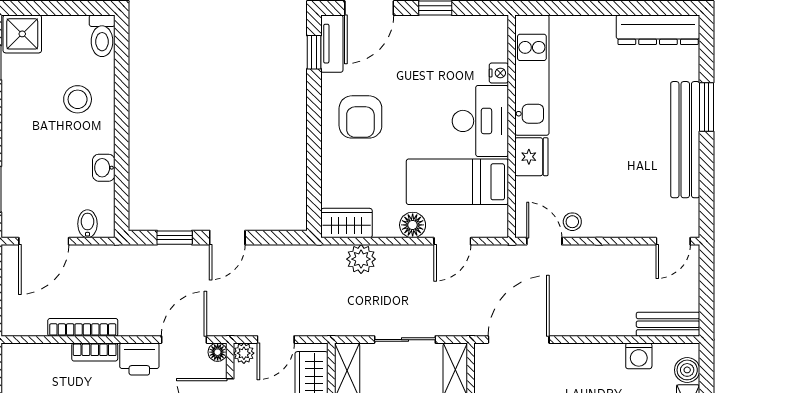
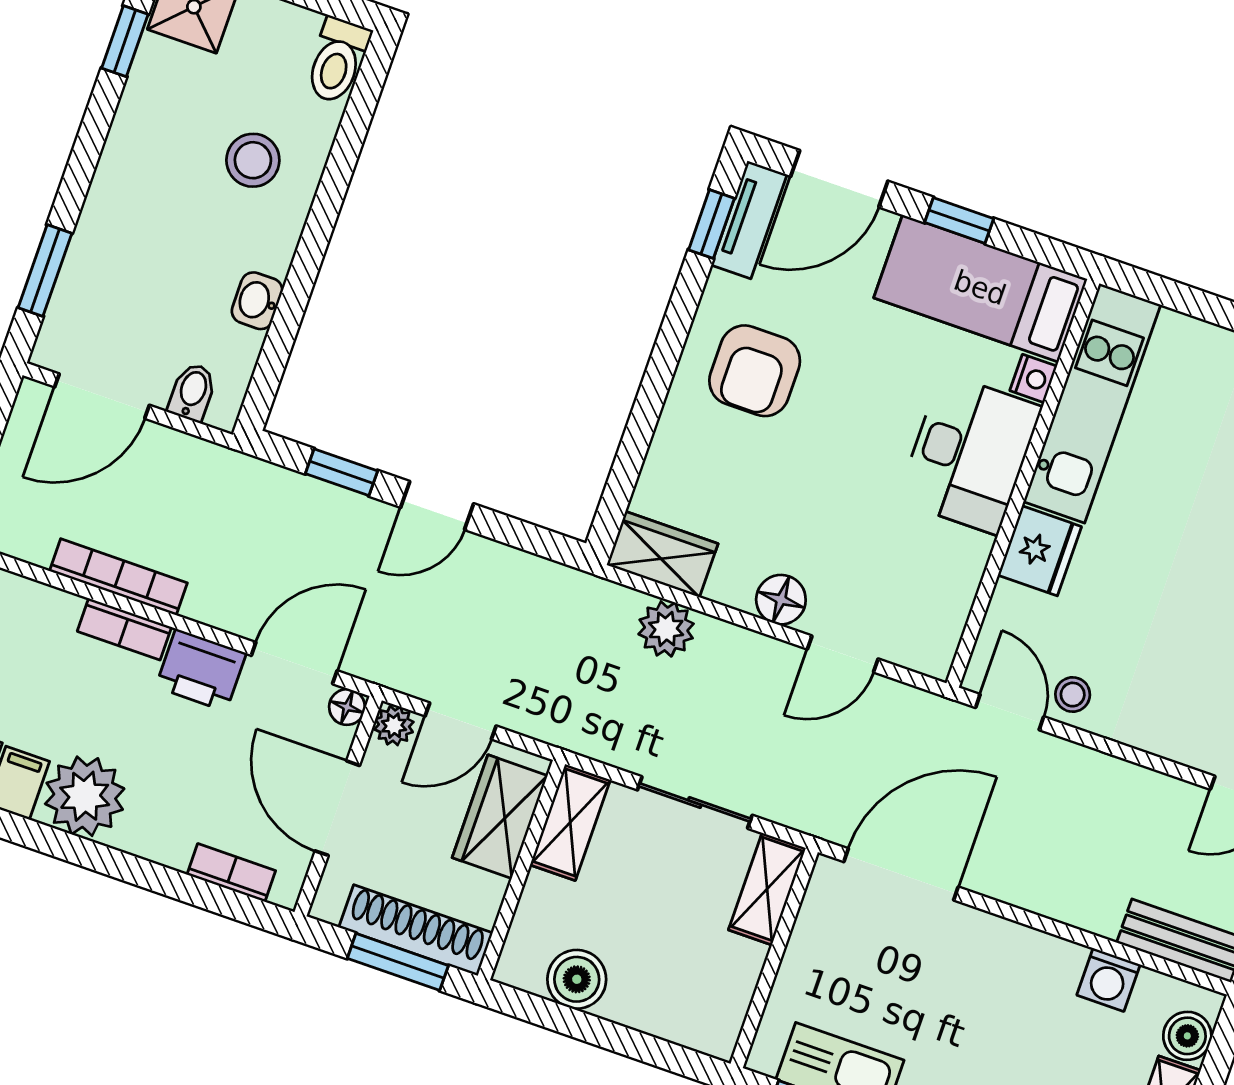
bed: (457, 182) -> (980, 288), moved

